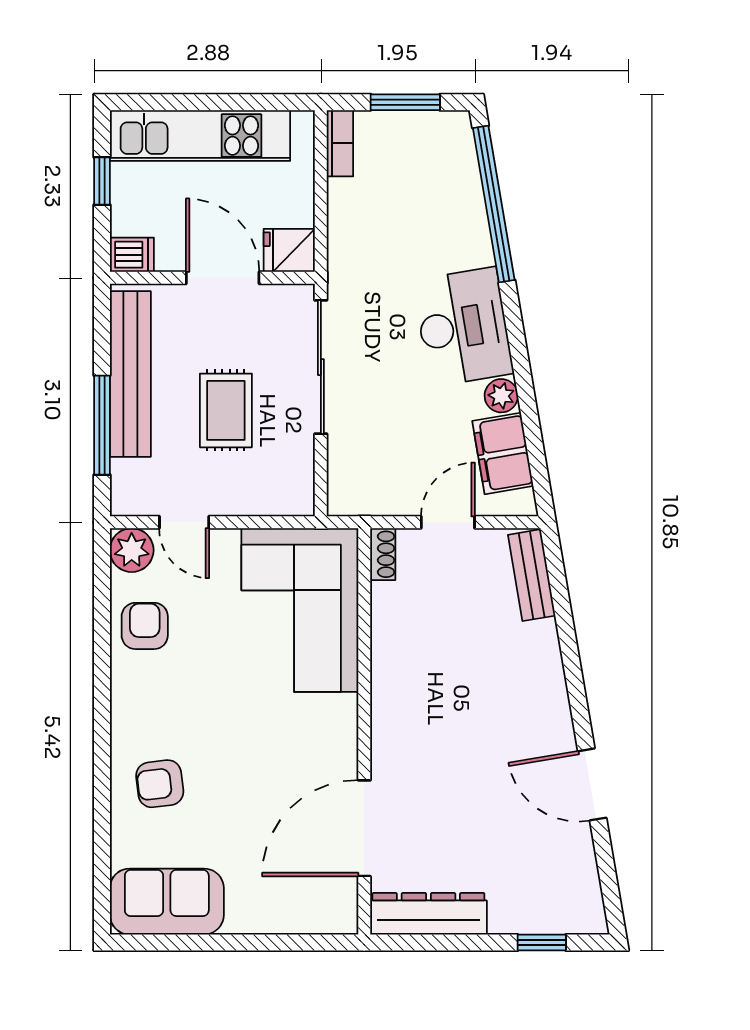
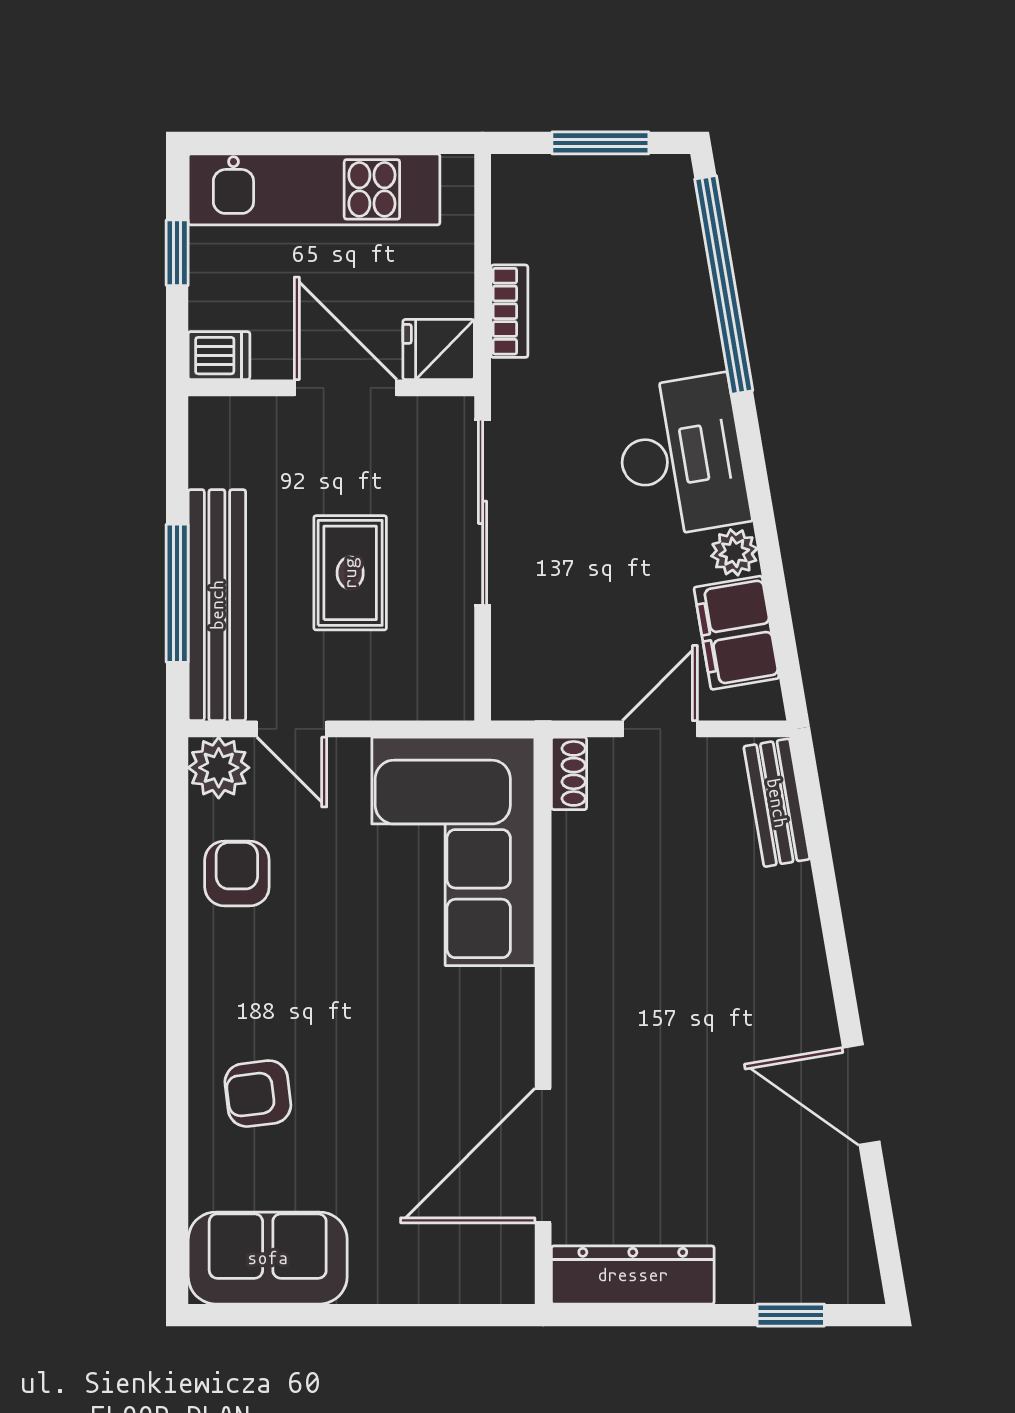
bookcase: (340, 143) -> (509, 311), moved
bench: (130, 374) -> (217, 605), moved

